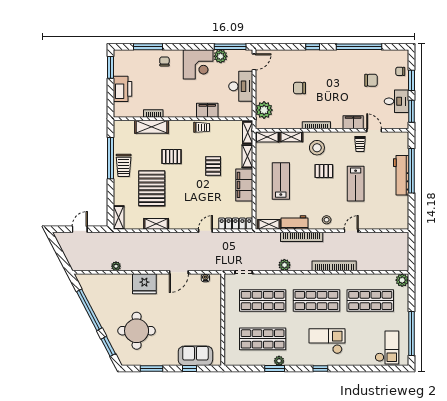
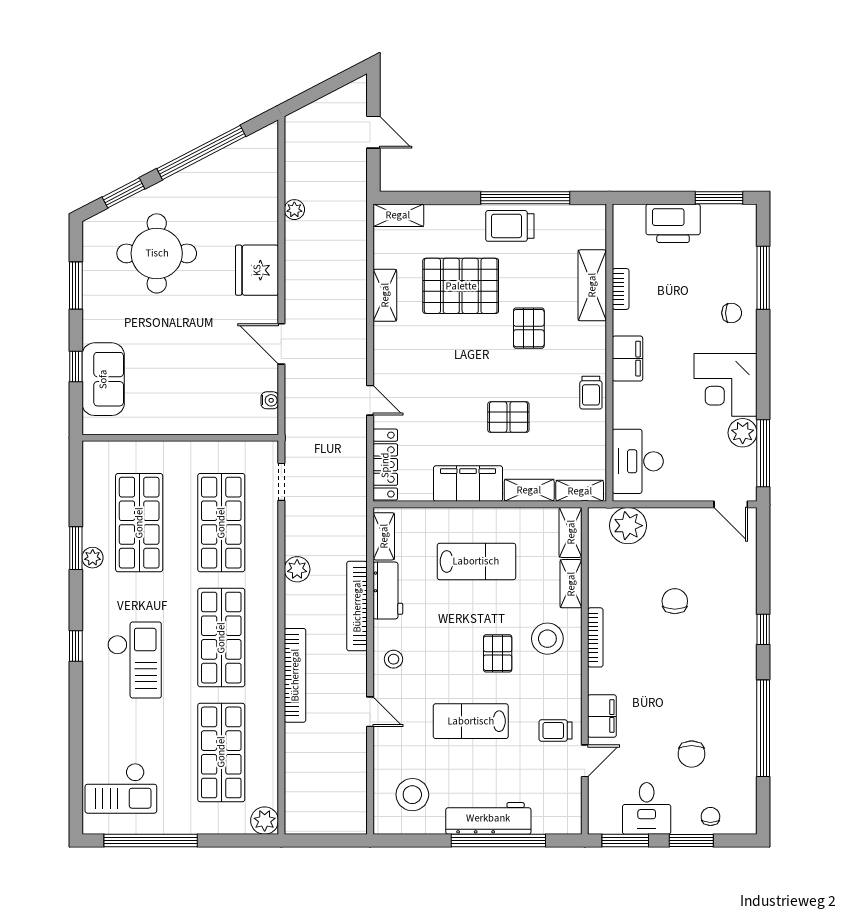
desk: (241, 86) -> (638, 461), moved, turned 90
filing cabinet: (207, 110) -> (628, 359), moved
stool: (390, 211) -> (412, 795), added

